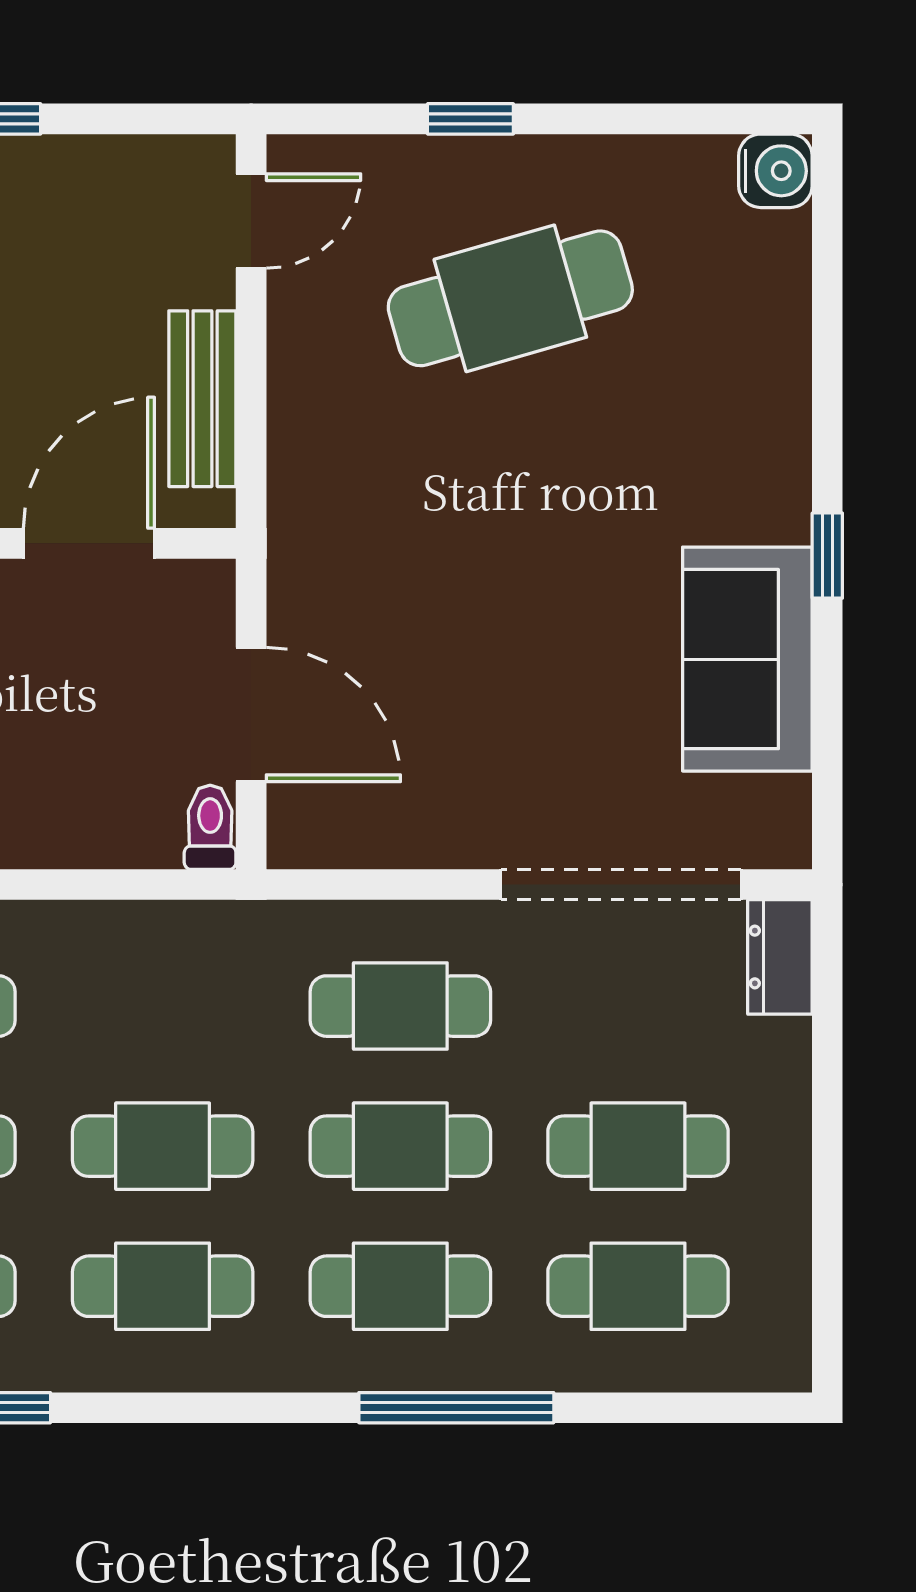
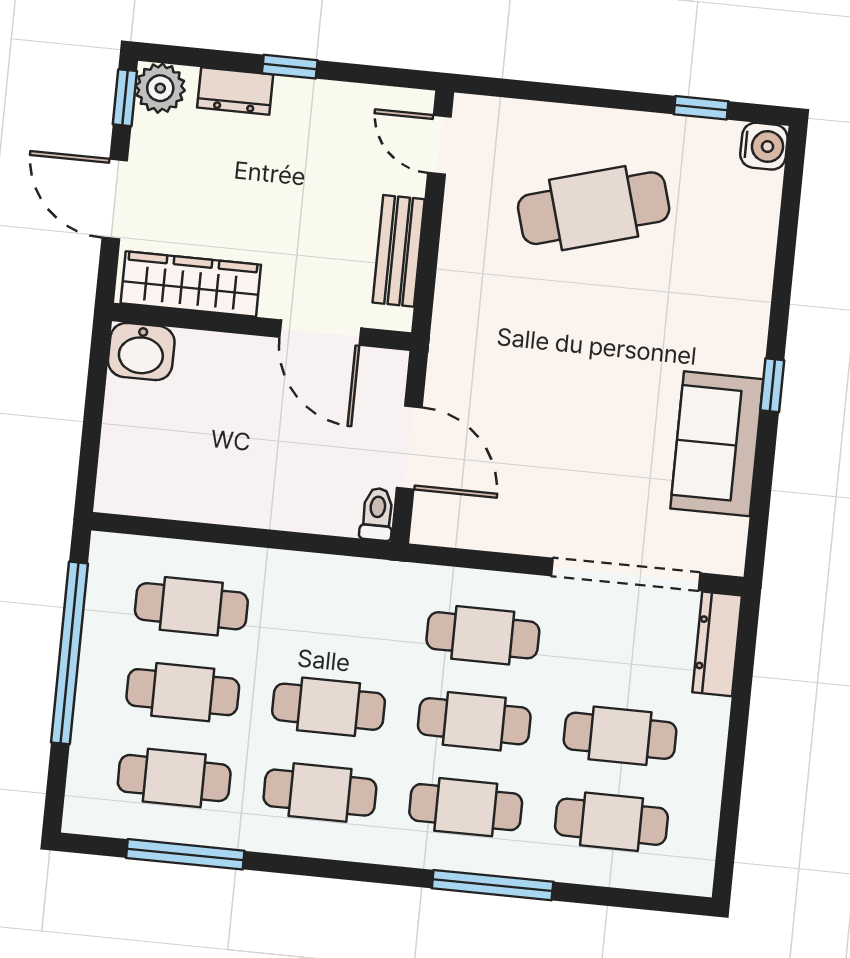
window: (470, 119) -> (701, 108), moved
door: (251, 221) -> (439, 145), swing flipped
door: (89, 543) -> (320, 333), swing flipped
dresser: (780, 957) -> (717, 644), width x1.44

